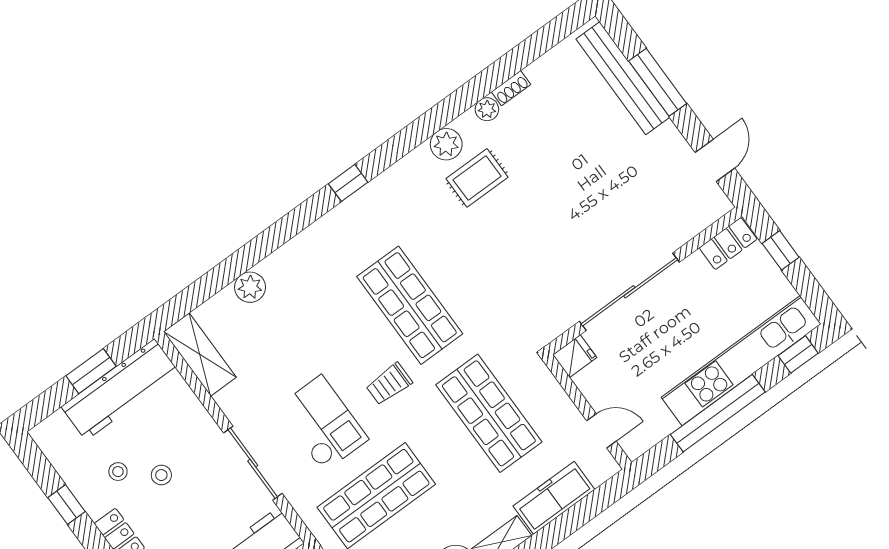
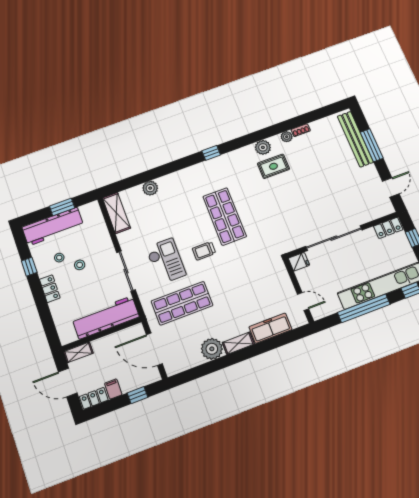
workbench: (120, 390) -> (53, 227), moved
shop shelf: (489, 413) -> (249, 278), removed

